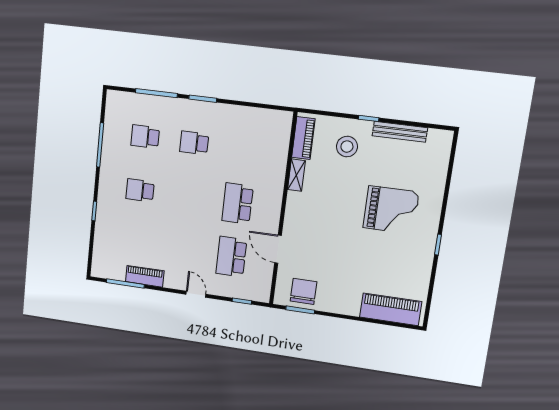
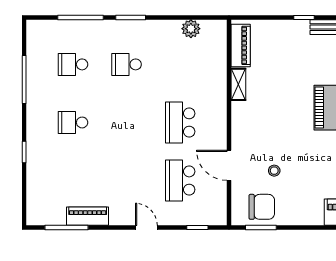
plant: (258, 116) -> (191, 29), added
stool: (347, 147) -> (274, 171), moved, width x0.53, depth x0.53
chair: (303, 291) -> (262, 207), turned 90

